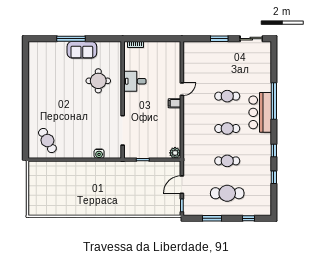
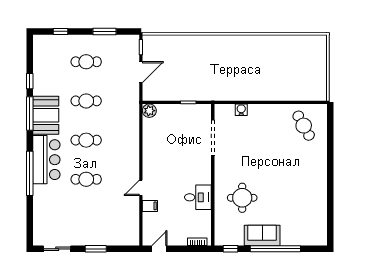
window: (71, 39) -> (275, 249), width x1.46
window: (108, 39) -> (230, 249), added
door: (167, 39) -> (159, 249), added
filing cabinet: (174, 103) -> (150, 206), moved
booth: (261, 149) -> (46, 115), added
window: (274, 150) -> (30, 113), width x2.17
cafe table: (227, 193) -> (86, 62), width x0.73, depth x0.74

